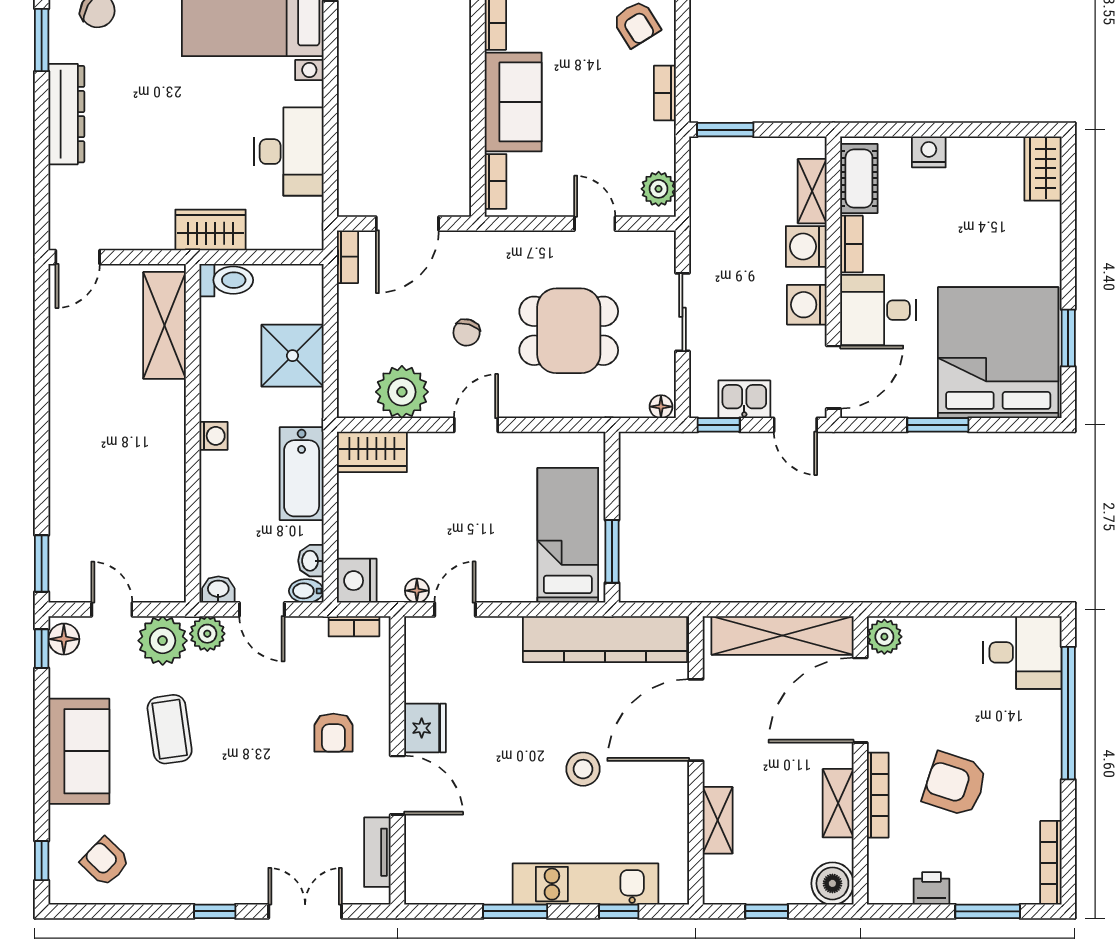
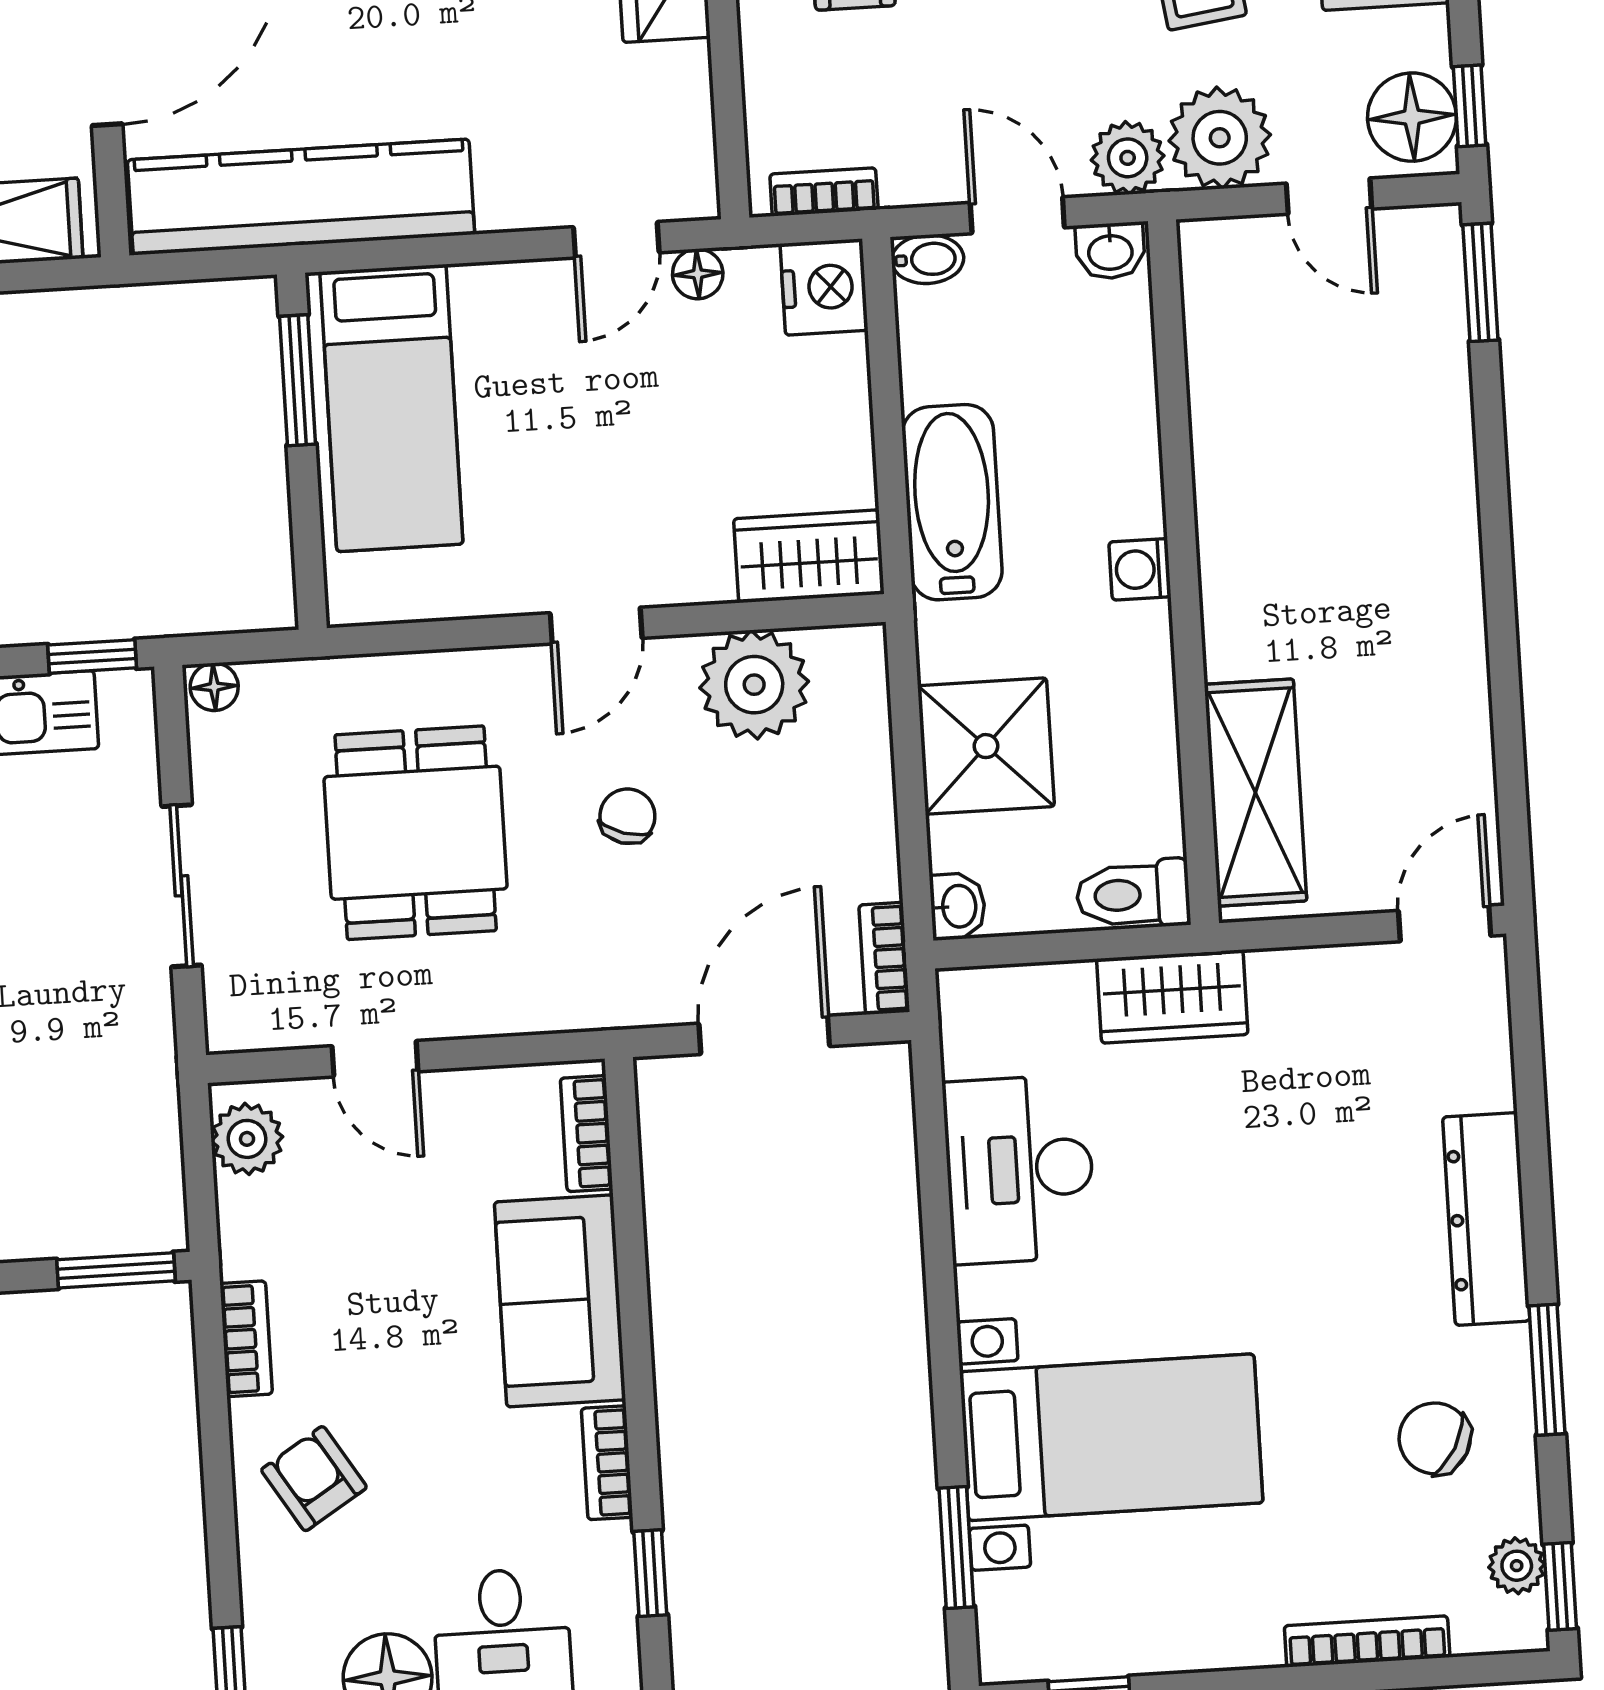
dining table: (569, 331) -> (416, 833), turned 90
washbasin: (311, 561) -> (958, 906), moved
floor lamp: (64, 639) -> (1412, 117), width x1.38, depth x1.38

